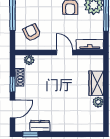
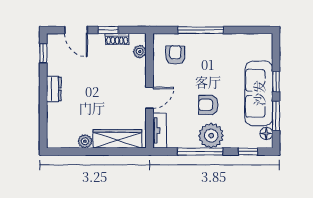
armchair: (32, 33) -> (175, 55), turned -65
wardrobe: (96, 83) -> (117, 139), width x1.50
dresser: (40, 126) -> (54, 89), moved

